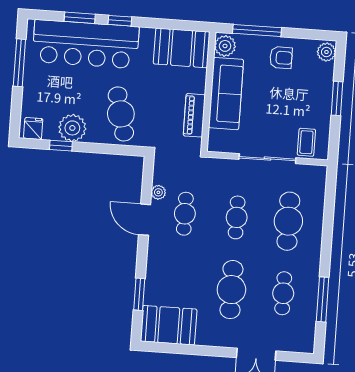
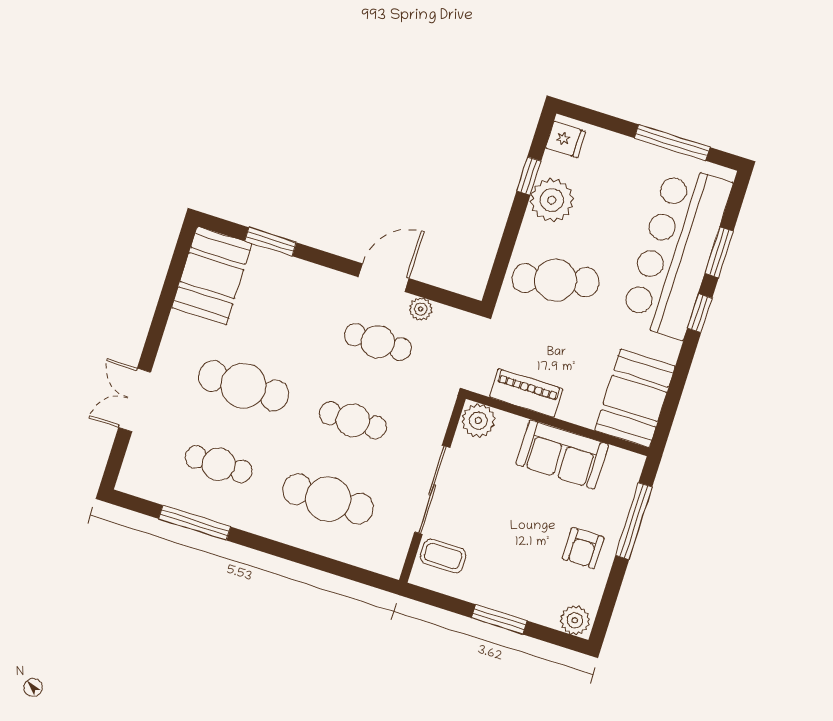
plant: (225, 46) -> (478, 420), moved
sofa: (226, 94) -> (562, 454), width x0.73

